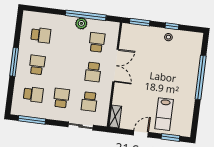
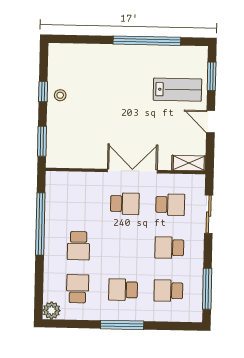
plant: (81, 23) -> (51, 310), moved
school desk: (97, 42) -> (78, 246), moved, turned -90
double door: (116, 66) -> (132, 171), moved
window: (201, 77) -> (147, 41), moved
school desk: (33, 94) -> (168, 291), turned -90

